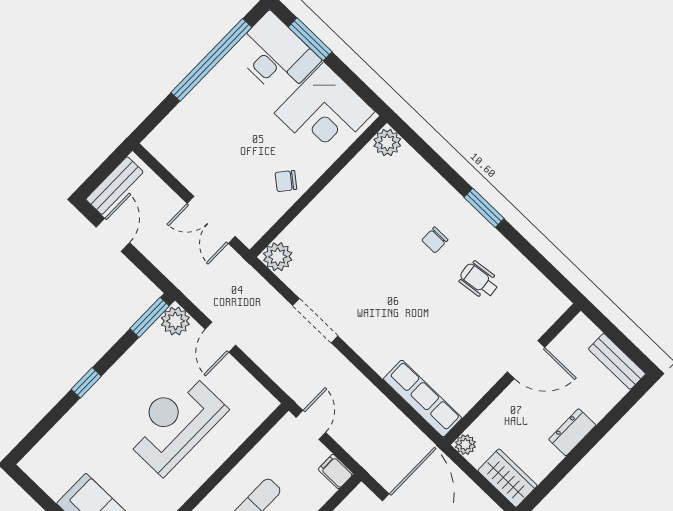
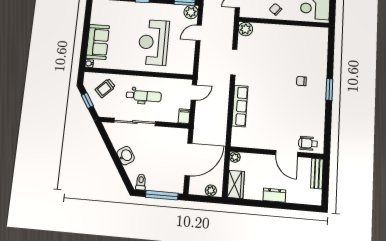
plant: (387, 142) -> (322, 34), removed
wheelchair: (479, 280) -> (308, 143), moved, turned -83
bench: (617, 361) -> (317, 174), moved
row of seats: (423, 398) -> (240, 106), moved
reception desk: (175, 423) -> (154, 42), turned -90

